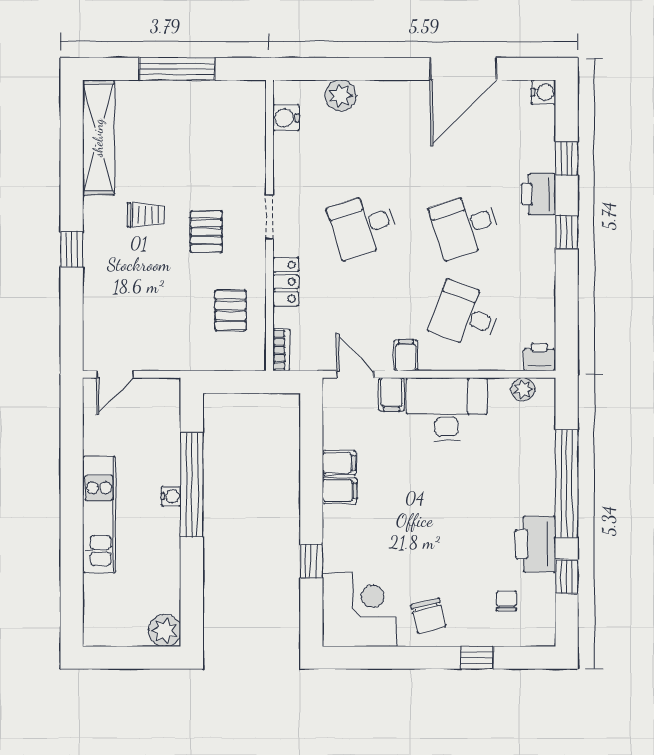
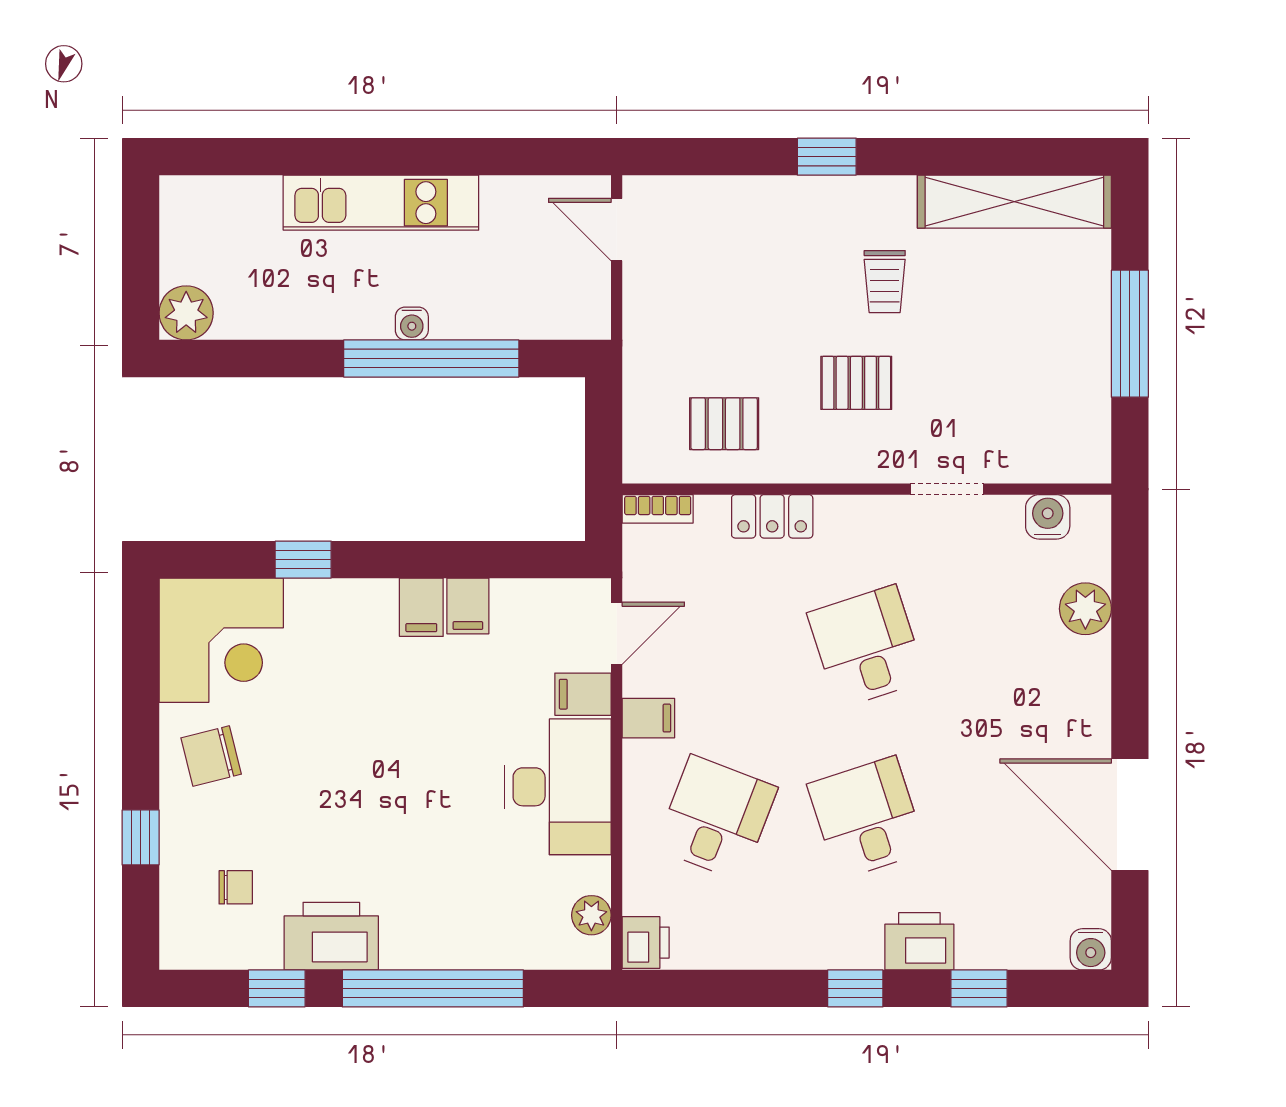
doorway: (269, 217) -> (947, 489), moved

